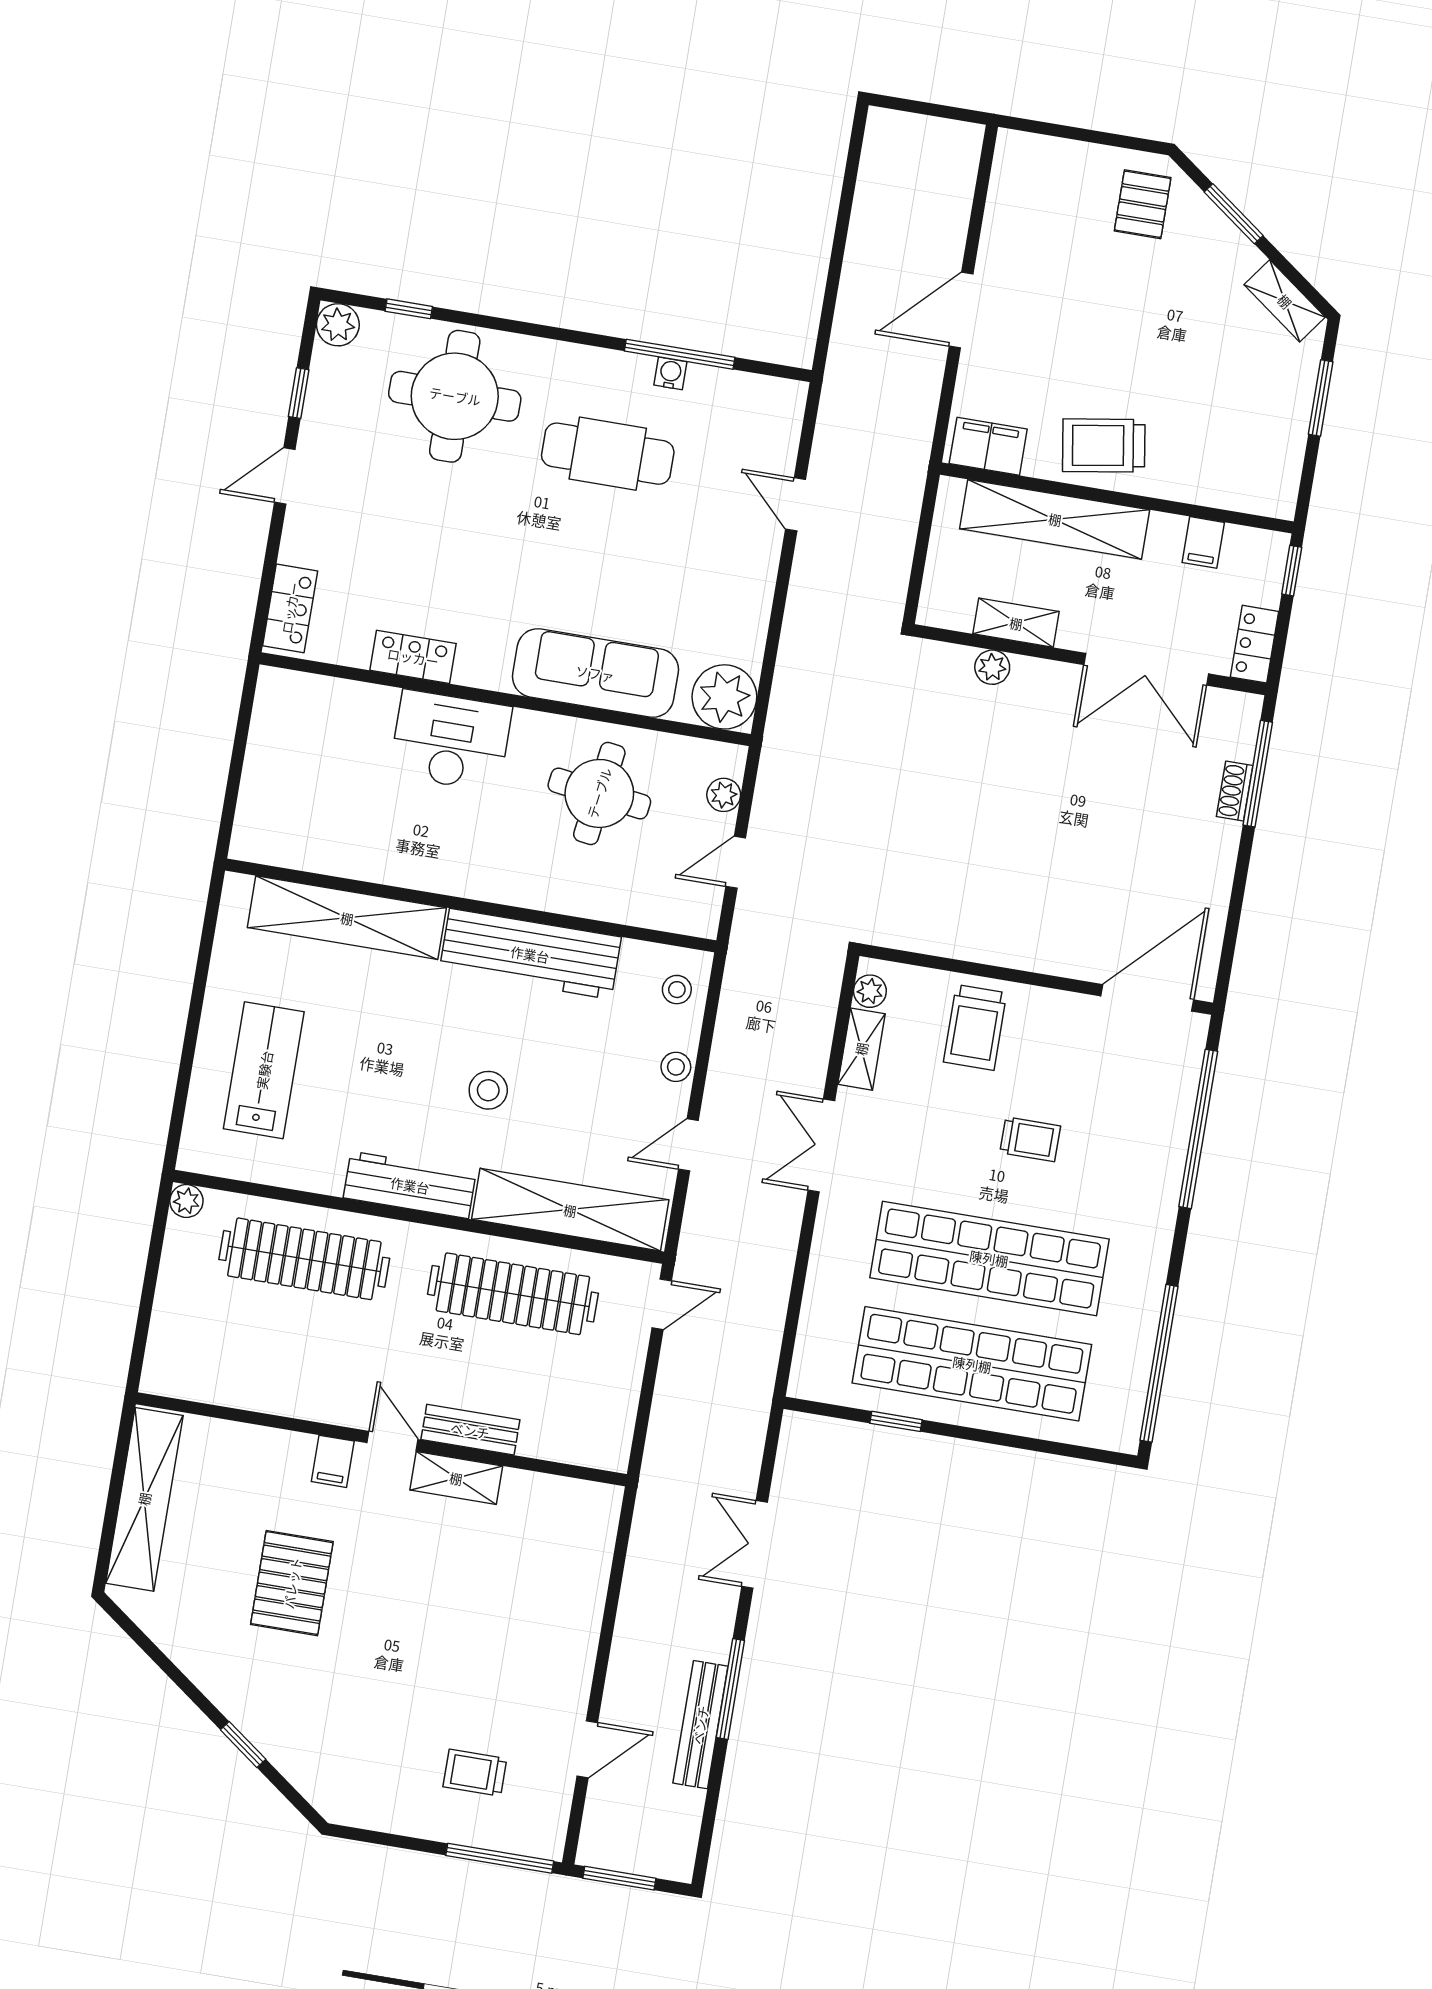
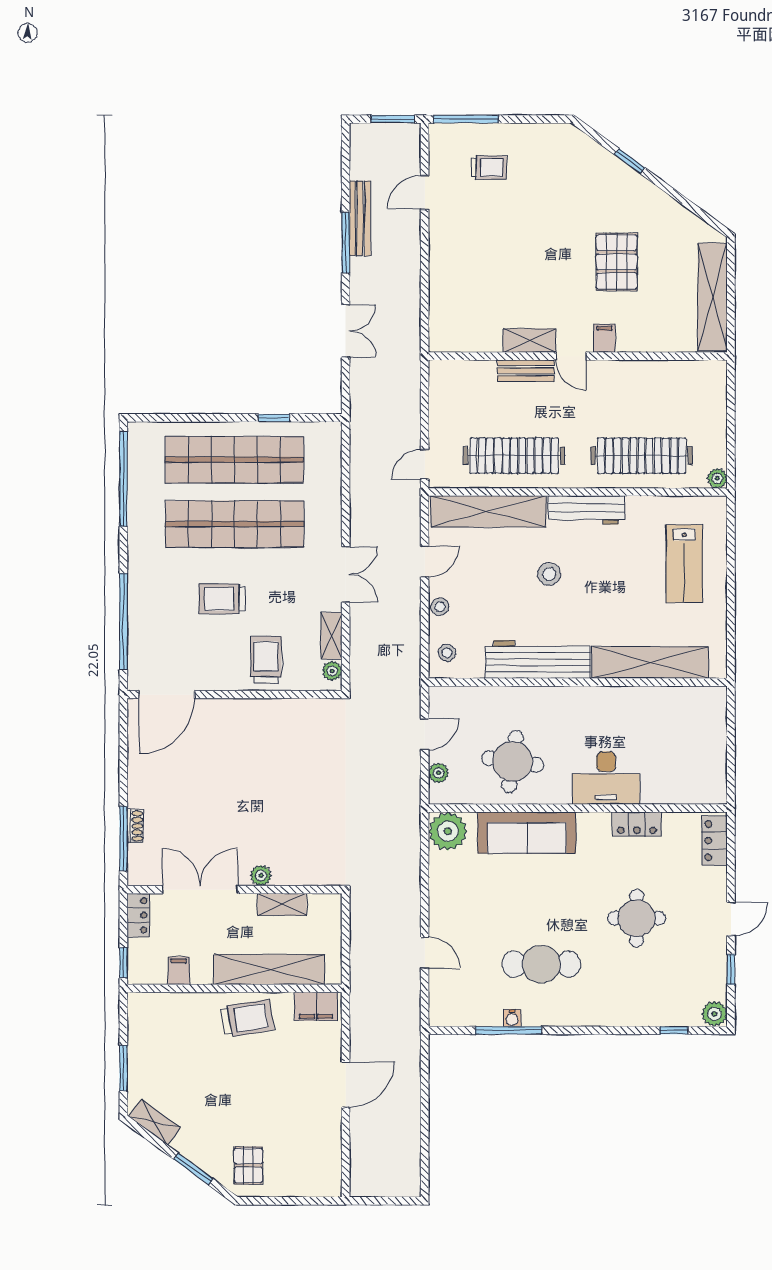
round table: (455, 396) -> (637, 918), moved, width x0.73, depth x0.73
plant: (992, 667) -> (261, 876), moved
trolley: (1030, 1139) -> (222, 599), width x1.36, depth x1.39

